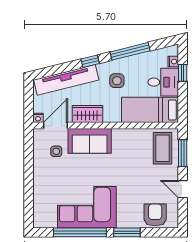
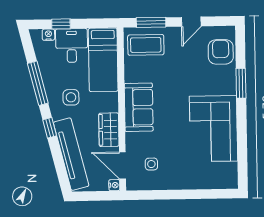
sofa: (90, 141) -> (139, 107), moved
armchair: (155, 215) -> (221, 52), turned 90
window: (80, 232) -> (242, 136), removed

